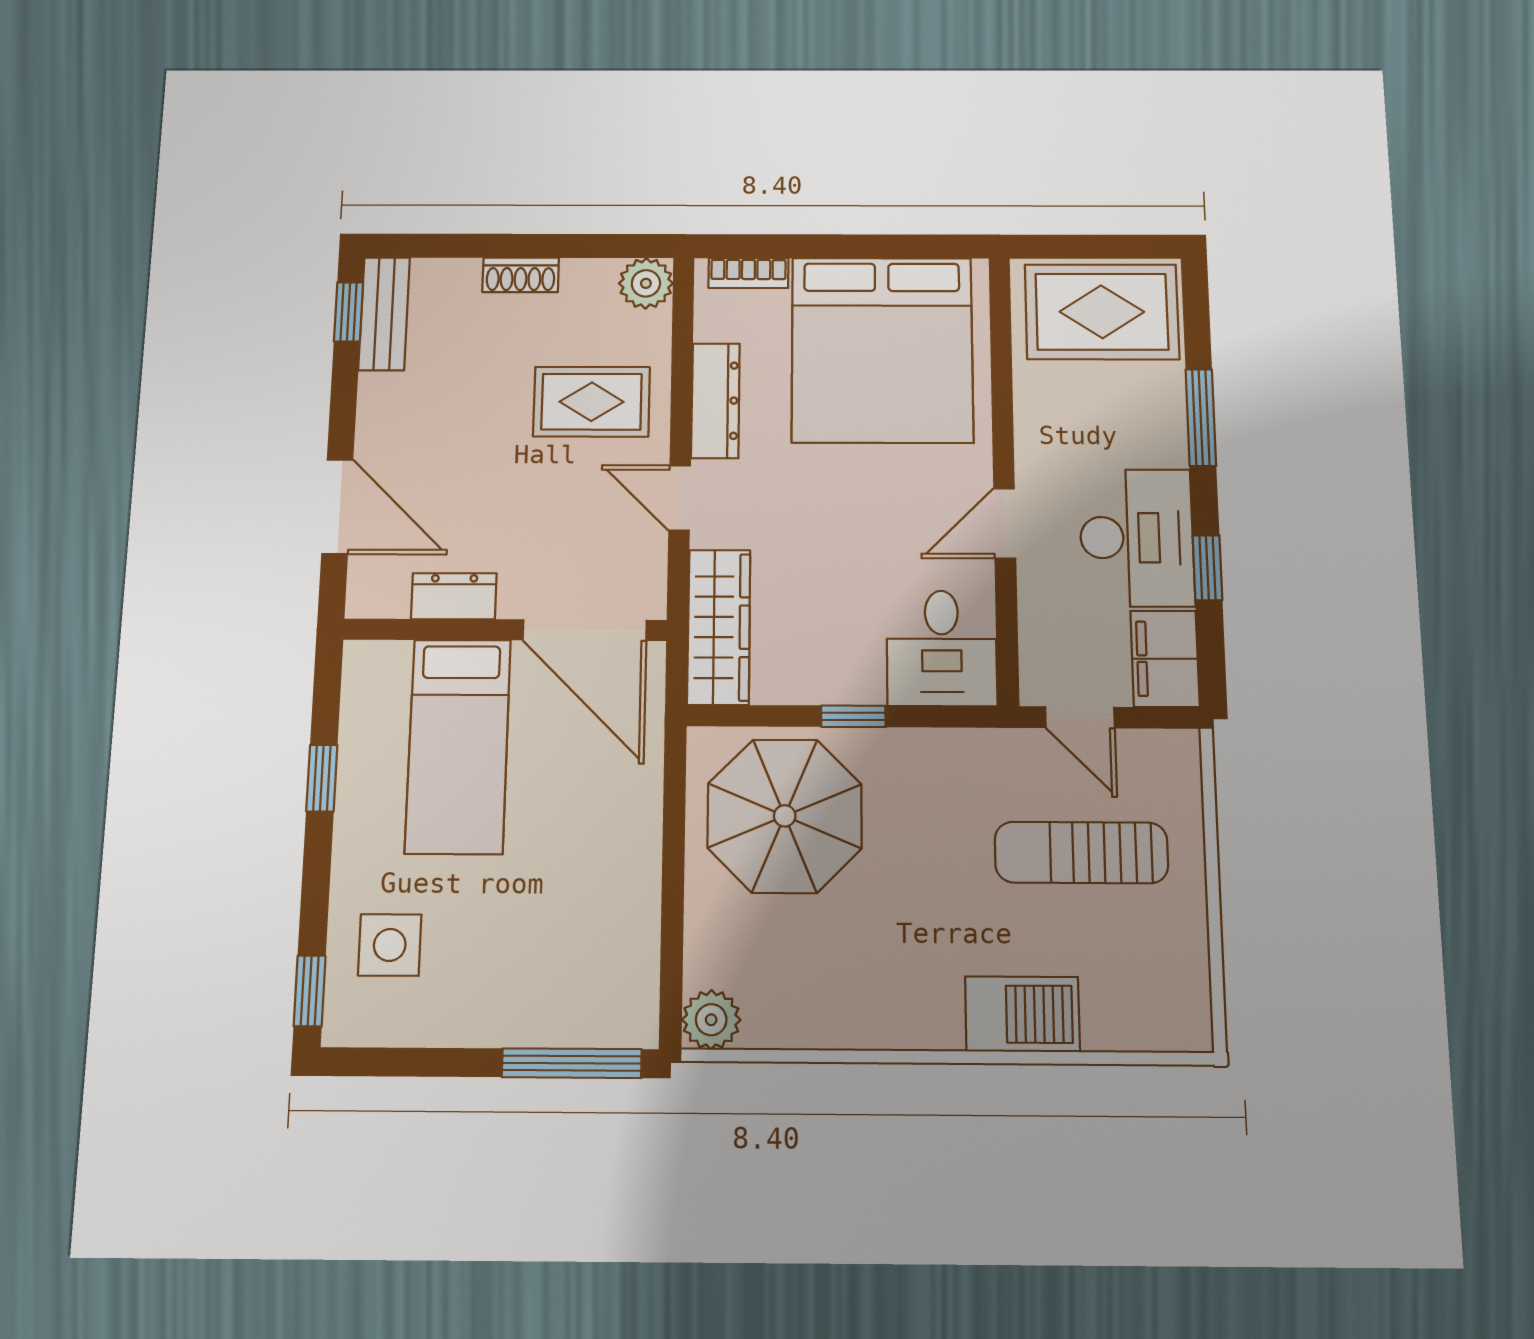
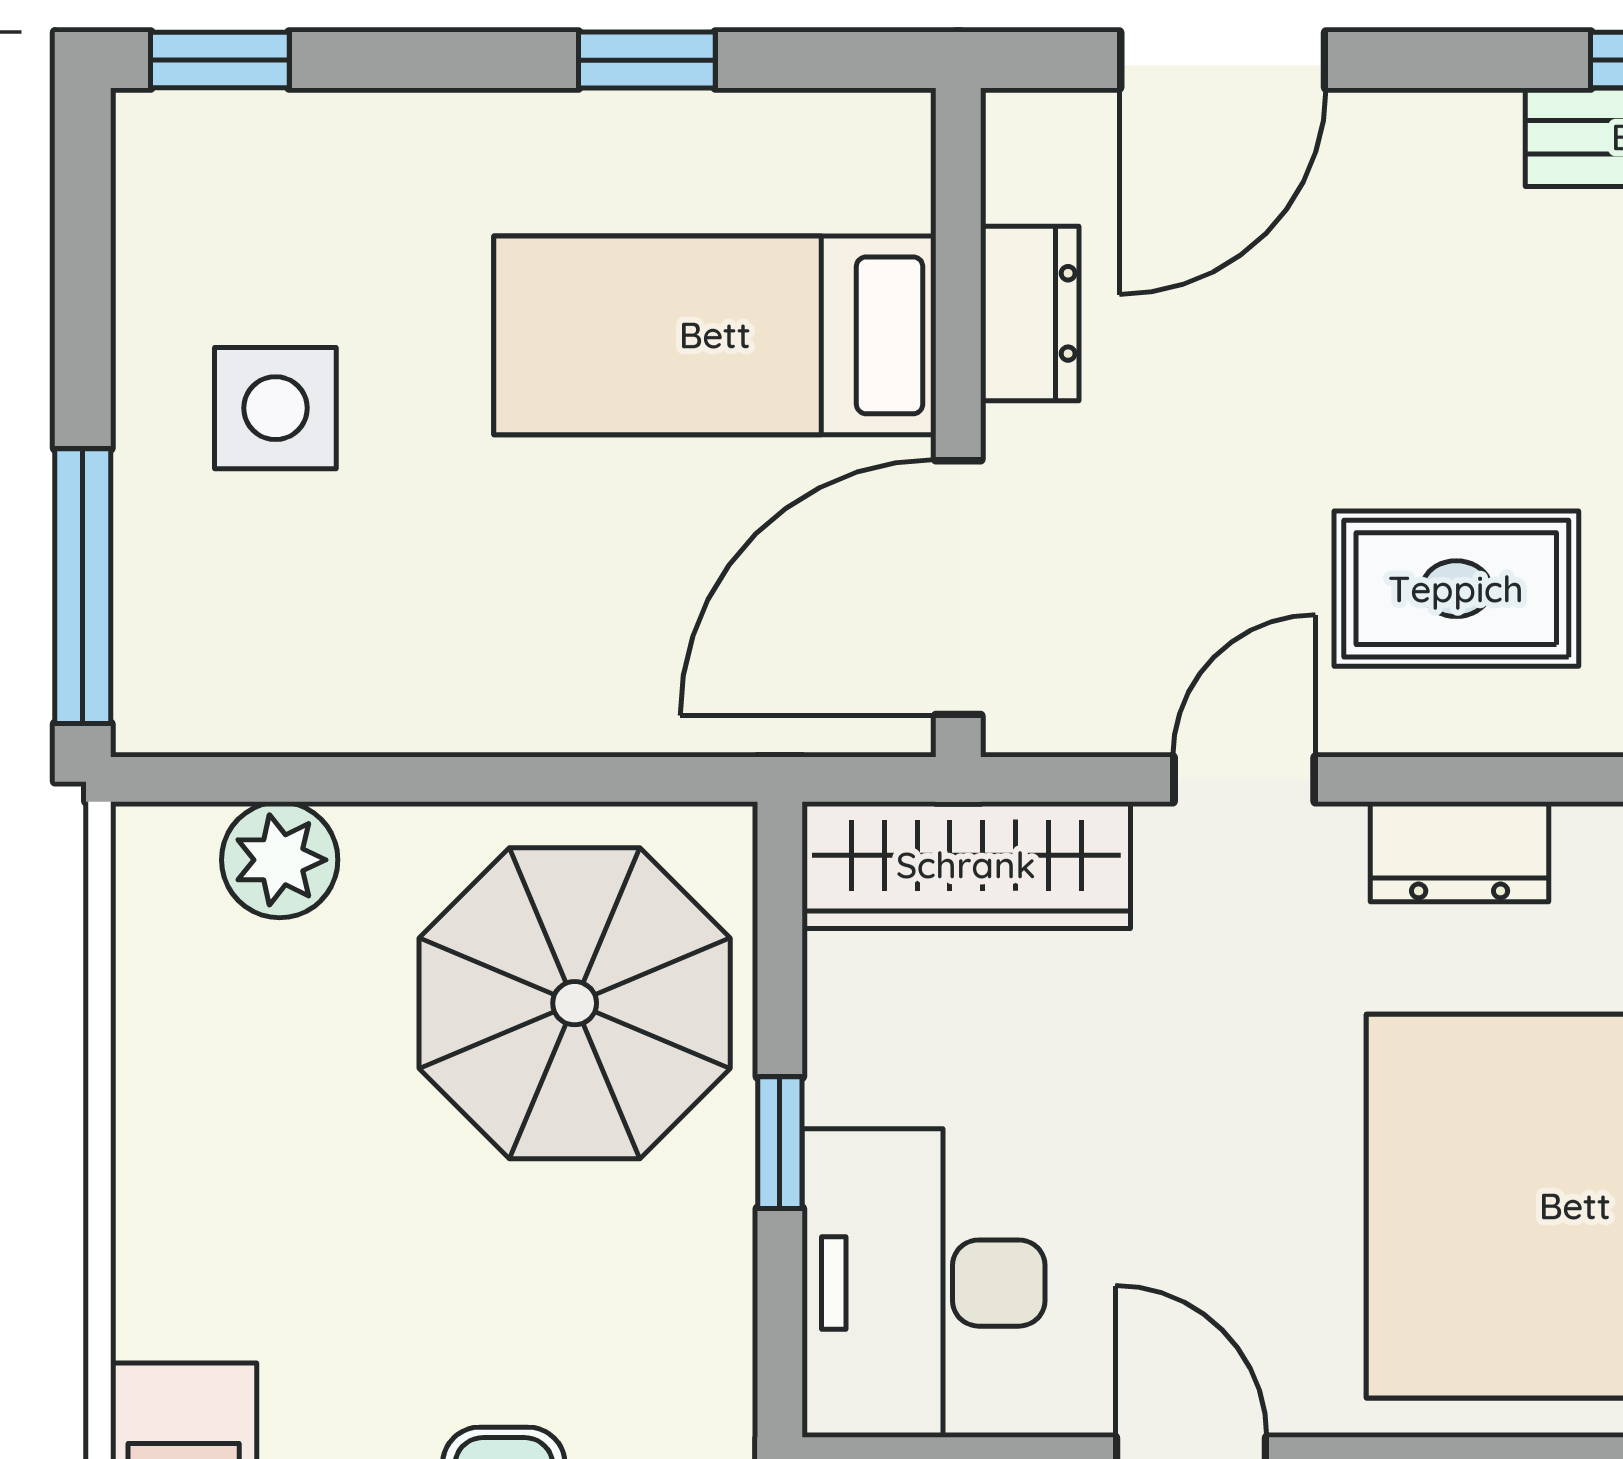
dresser: (715, 401) -> (1460, 852), width x0.70
rug: (592, 402) -> (1456, 589), turned 90
desk: (942, 648) -> (924, 1283), width x1.37
side table: (390, 945) -> (275, 408), moved
plant: (711, 1020) -> (280, 860), moved

